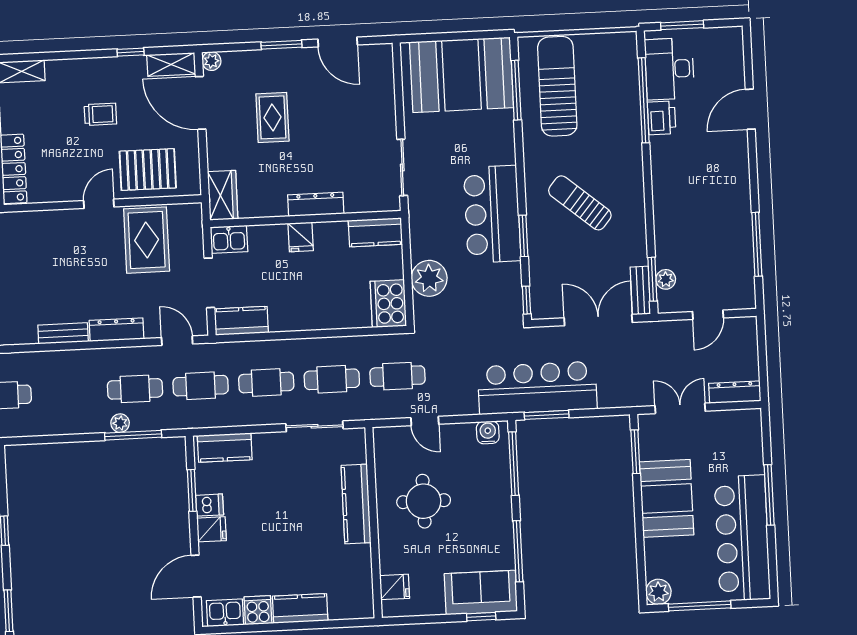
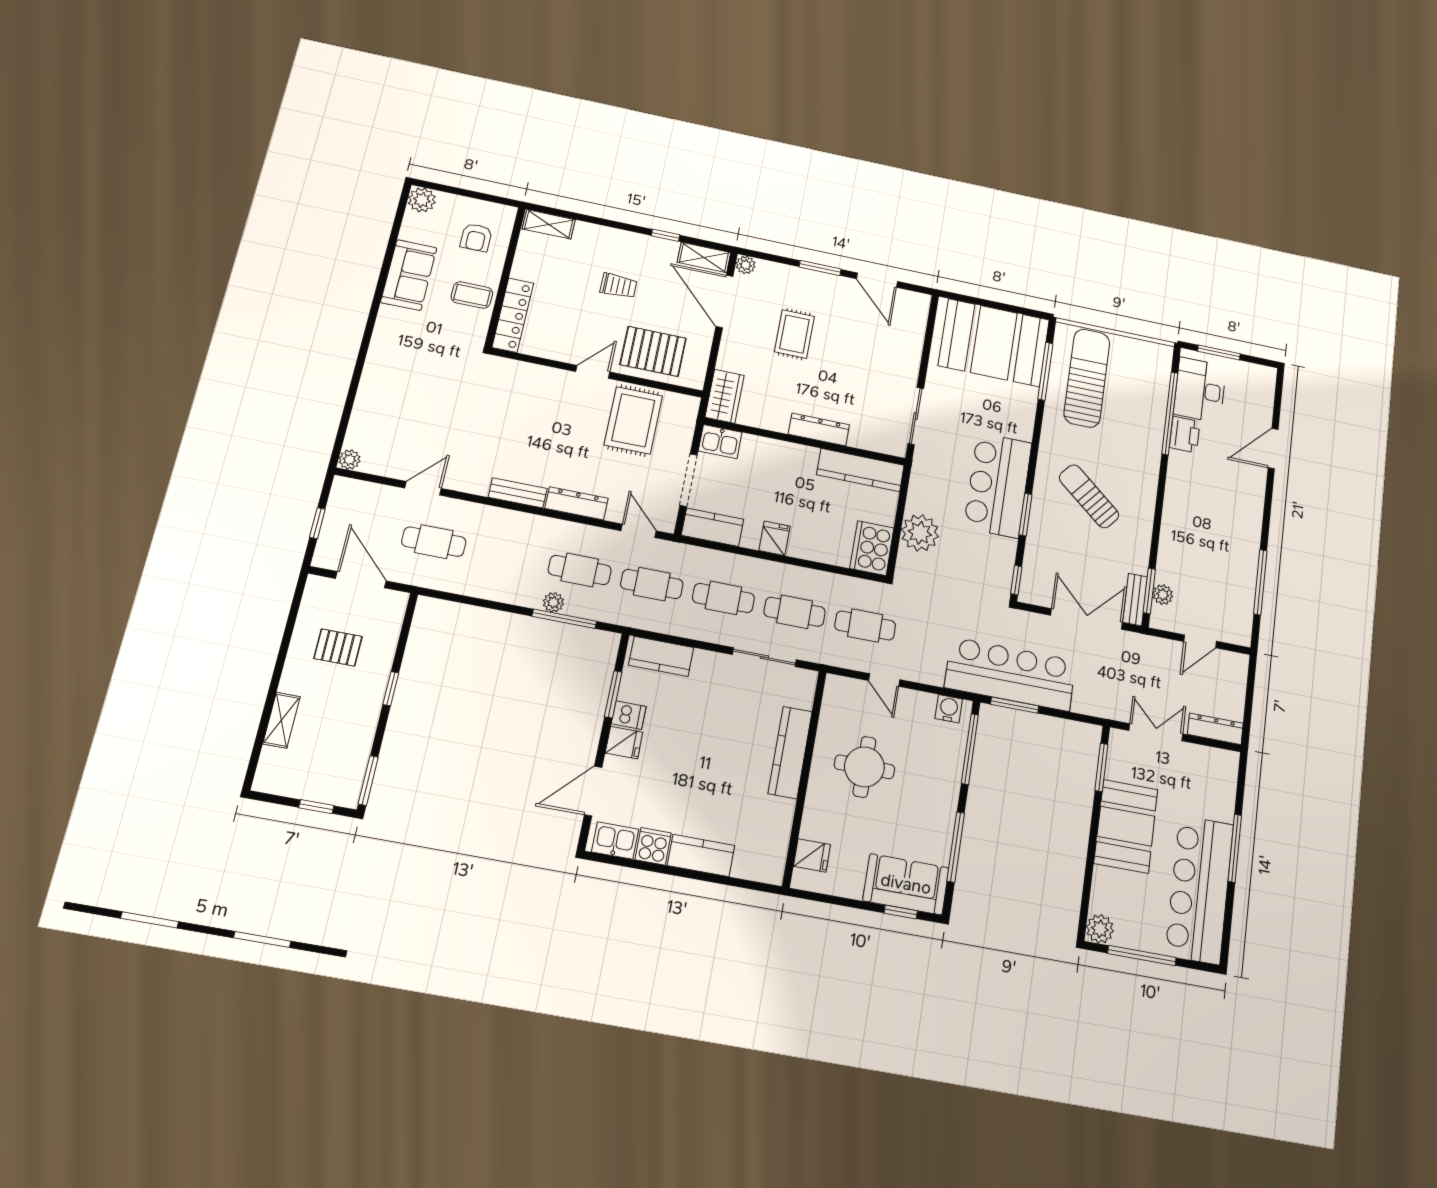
kitchen counter: (375, 232) -> (860, 470), width x1.50
fridge: (301, 237) -> (775, 538), moved, turned 180

